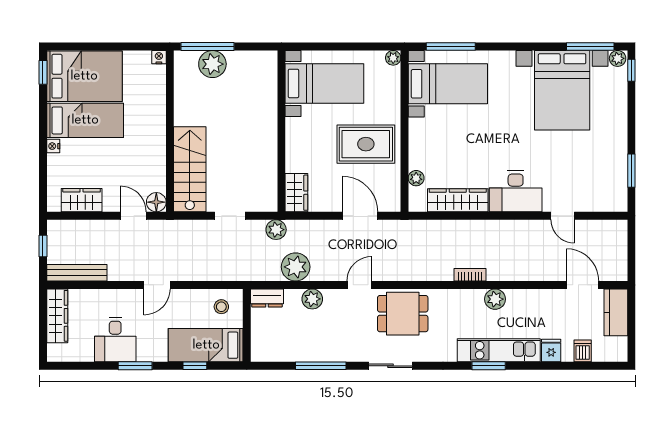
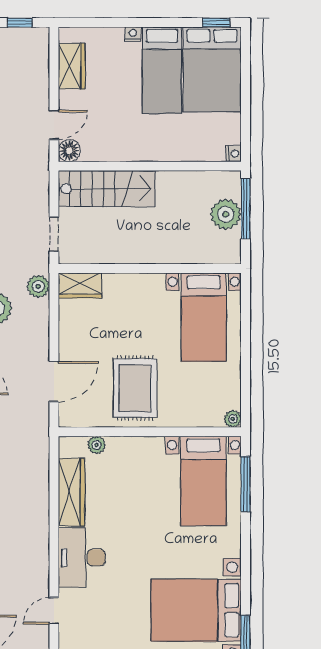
bed with nightstands: (324, 83) -> (204, 317), moved
wall: (281, 131) -> (150, 268), moved
wardrobe: (296, 193) -> (80, 285), moved

